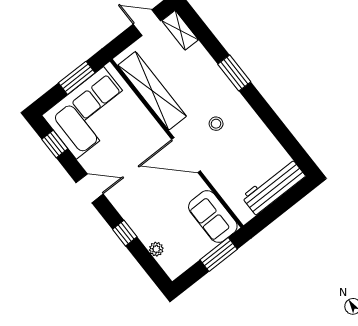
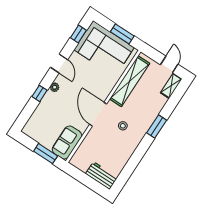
workbench: (273, 186) -> (102, 176), width x0.73
plant: (156, 249) -> (55, 87), moved

